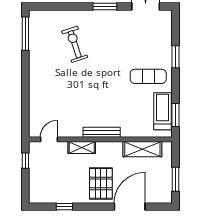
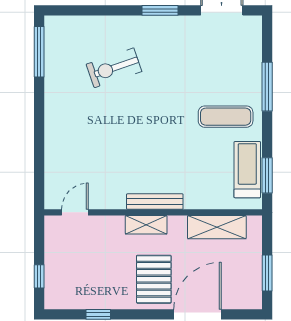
exercise bike: (75, 44) -> (114, 68), turned -91
window: (176, 57) -> (267, 87), width x1.44
shelving: (82, 148) -> (146, 225), moved
window: (25, 161) -> (39, 276), moved

